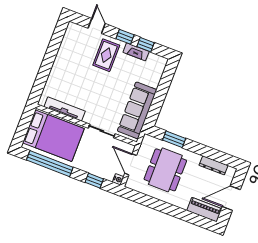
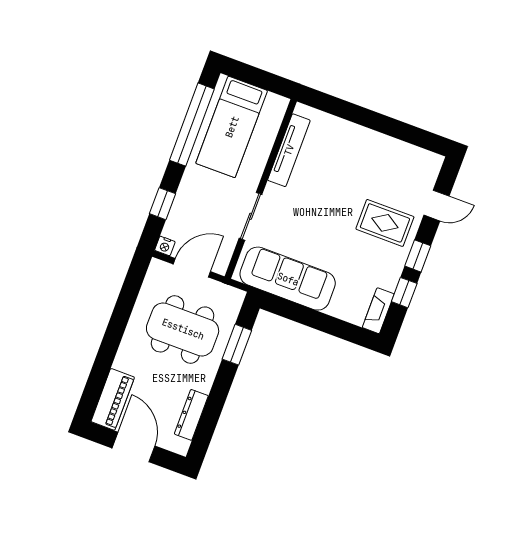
fireplace: (136, 52) -> (378, 311), moved
bed: (53, 136) -> (232, 127), width x0.67

